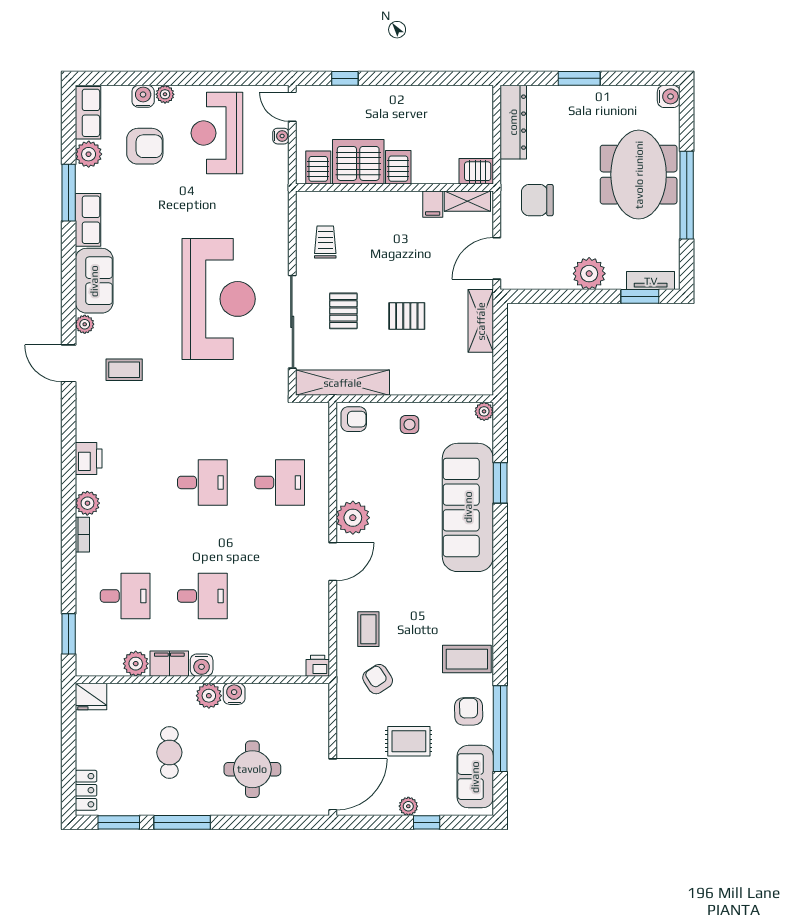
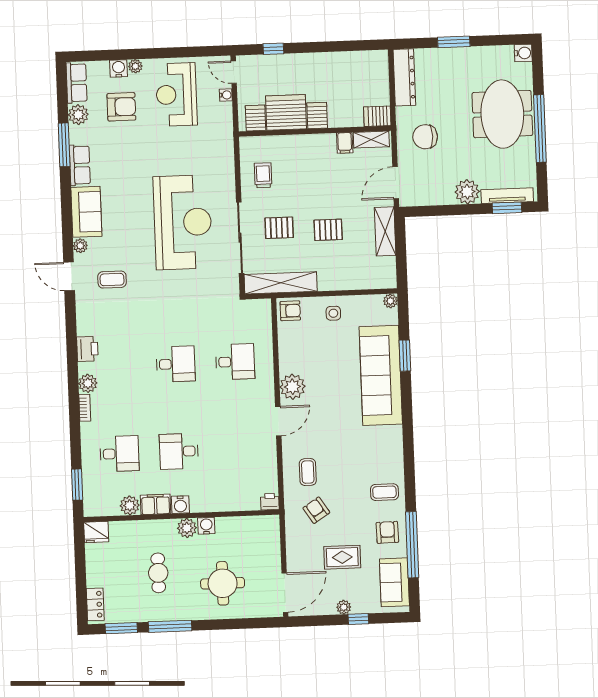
tv unit: (651, 281) -> (507, 196), width x1.41
pallet: (343, 311) -> (279, 228), turned 90
desk: (202, 596) -> (179, 451), turned 180
coffee table: (467, 659) -> (384, 492), width x0.73, depth x0.77

